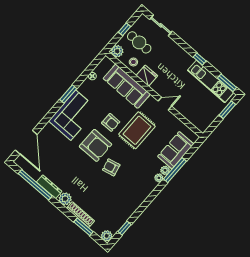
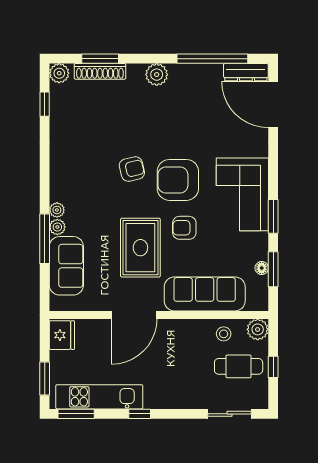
window: (88, 71) -> (273, 269), added
fridge: (147, 76) -> (62, 335), moved, turned -90
door: (165, 104) -> (134, 315), width x1.88
dresser: (49, 187) -> (246, 72), moved
shoe rack: (80, 215) -> (100, 71), moved

